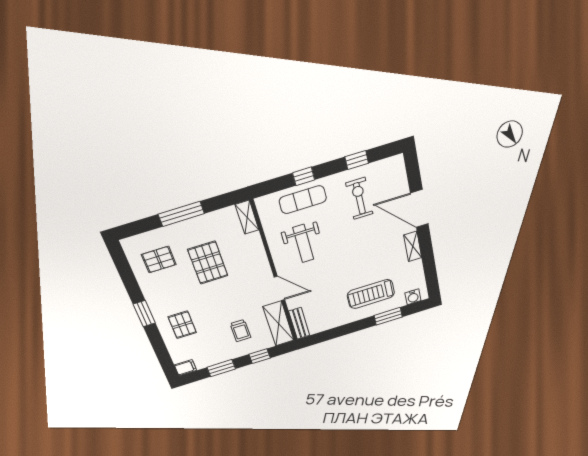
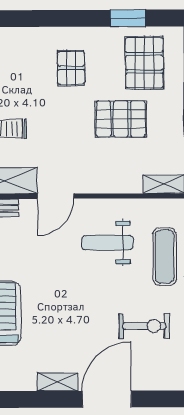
pallet: (159, 260) -> (144, 63), width x1.50, depth x1.42
window: (144, 314) -> (128, 18), moved
pallet: (182, 325) -> (71, 68), moved, turned 90

